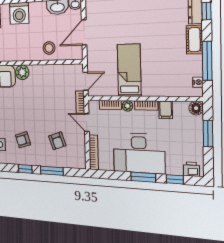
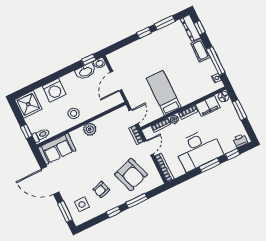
stool: (49, 48) -> (74, 113), moved
plant: (22, 72) -> (90, 129), moved
filing cabinet: (166, 110) -> (208, 106), width x2.00
door: (87, 123) -> (149, 148), swing flipped
armchair: (57, 141) -> (131, 174), width x1.88, depth x1.88

